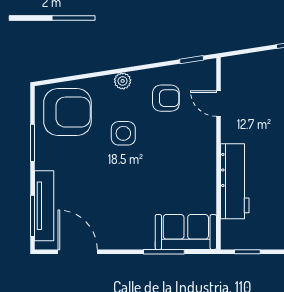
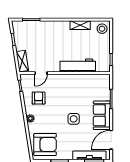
shelving: (244, 64) -> (22, 61), added
armchair: (67, 112) -> (45, 145), turned 90
side table: (123, 133) -> (74, 119), moved
sofa: (186, 232) -> (102, 115), moved

